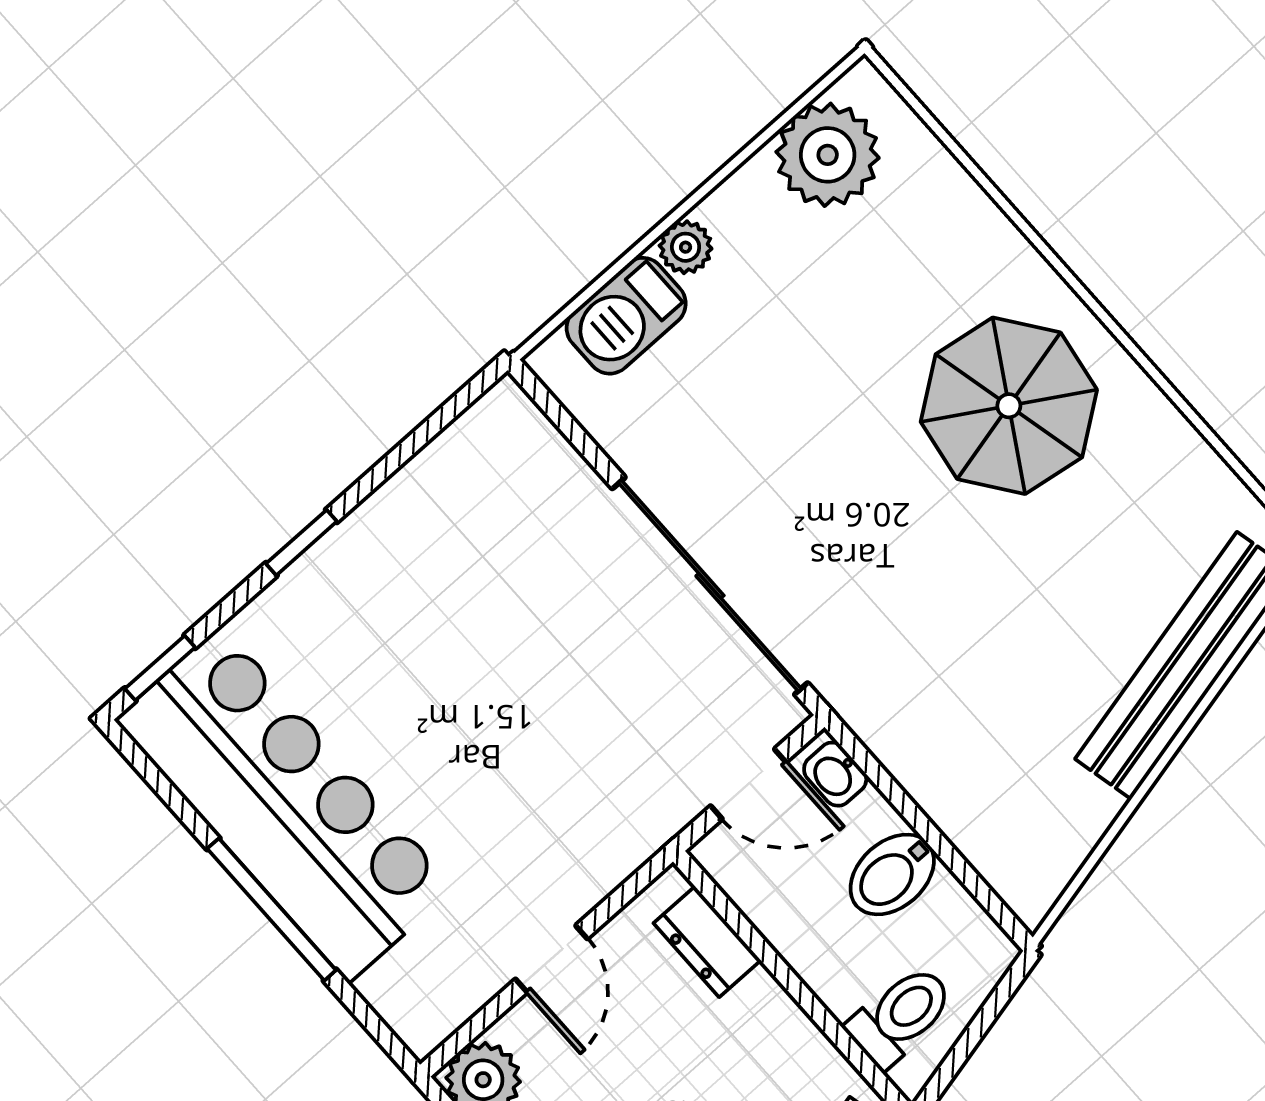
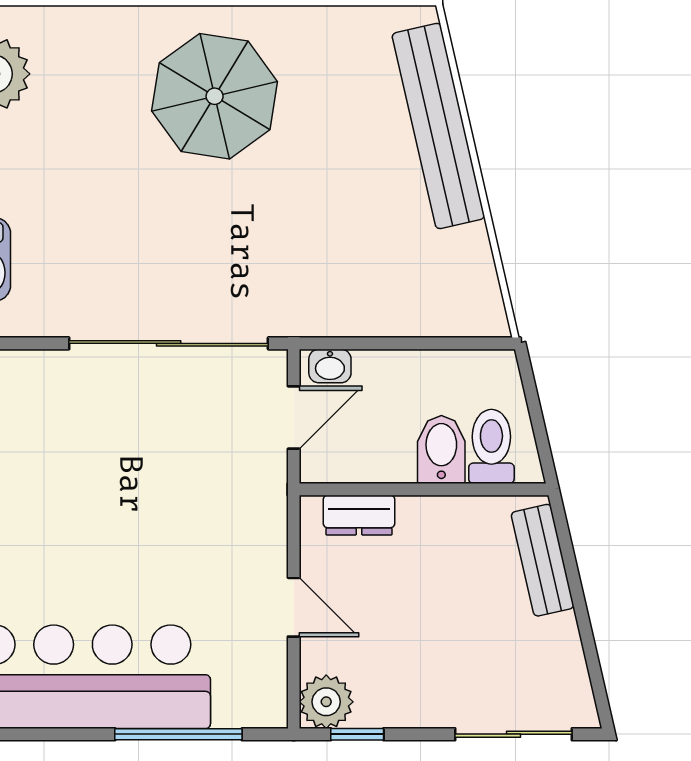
bidet: (892, 874) -> (441, 449), moved, turned 180
window: (272, 909) -> (178, 734), moved

